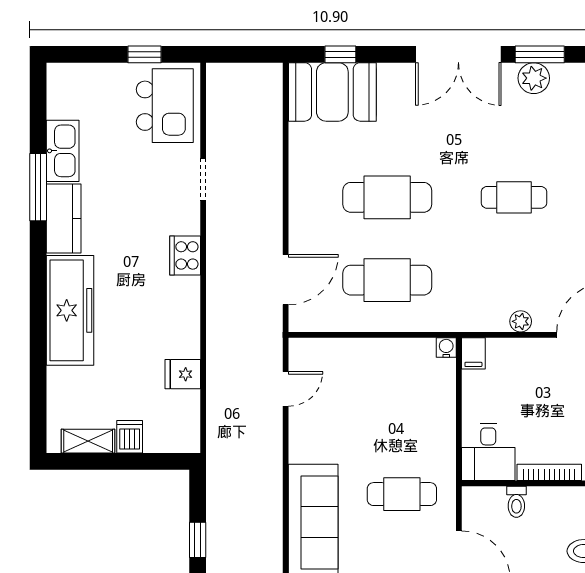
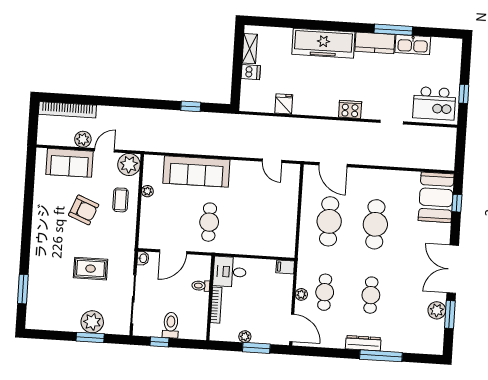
cafe table: (514, 280) -> (325, 292), added
water cooler: (446, 348) -> (289, 252), removed

